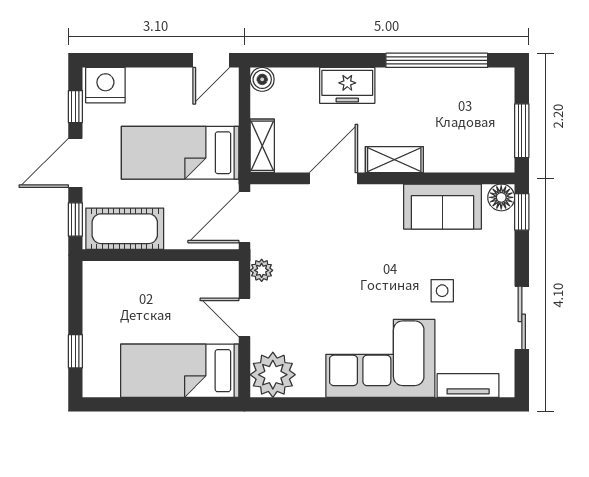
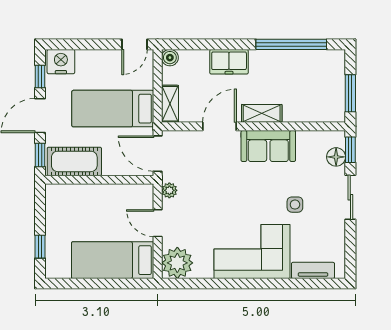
floor lamp: (501, 197) -> (336, 157), moved
sofa: (443, 207) -> (268, 146), moved
door: (245, 217) -> (158, 154), hinge flipped
sliding door: (522, 318) -> (350, 197), moved

